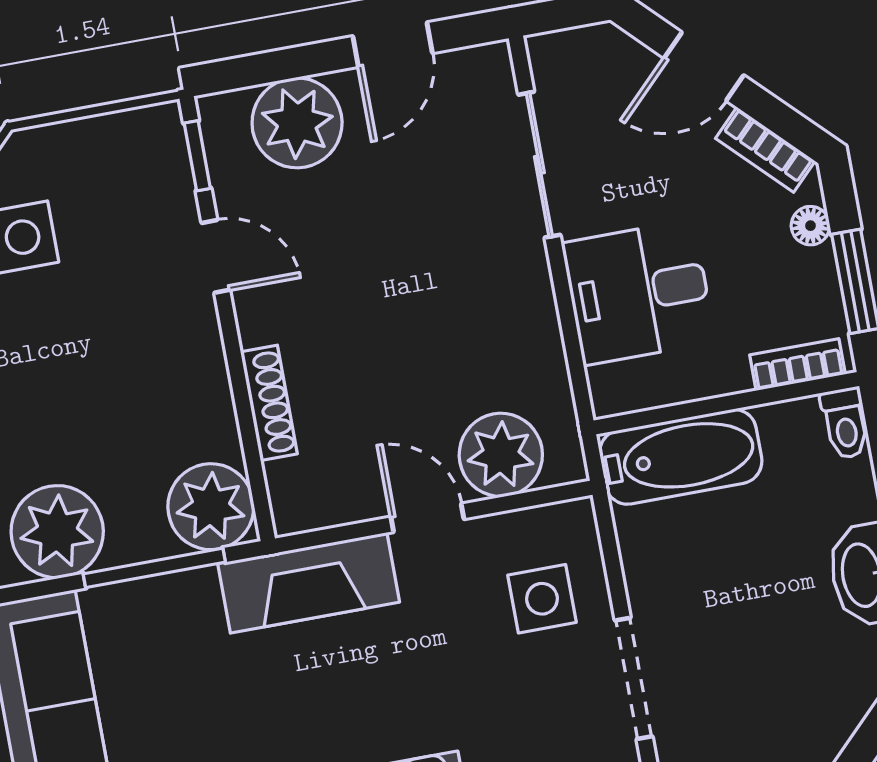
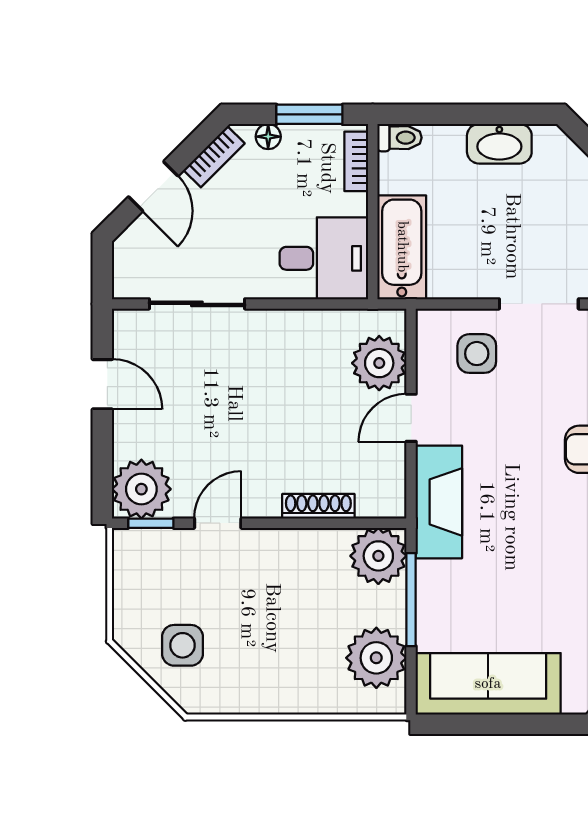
plant: (297, 123) -> (141, 489), moved
desk: (639, 292) -> (324, 258), moved, turned -90

